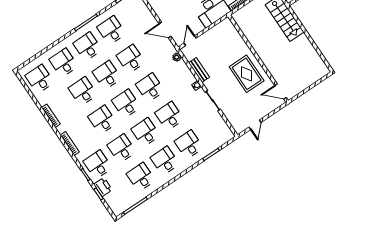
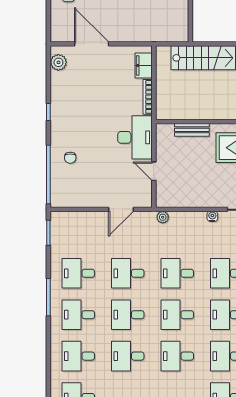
door: (190, 41) -> (154, 171), moved
bench: (199, 70) -> (192, 130), moved

